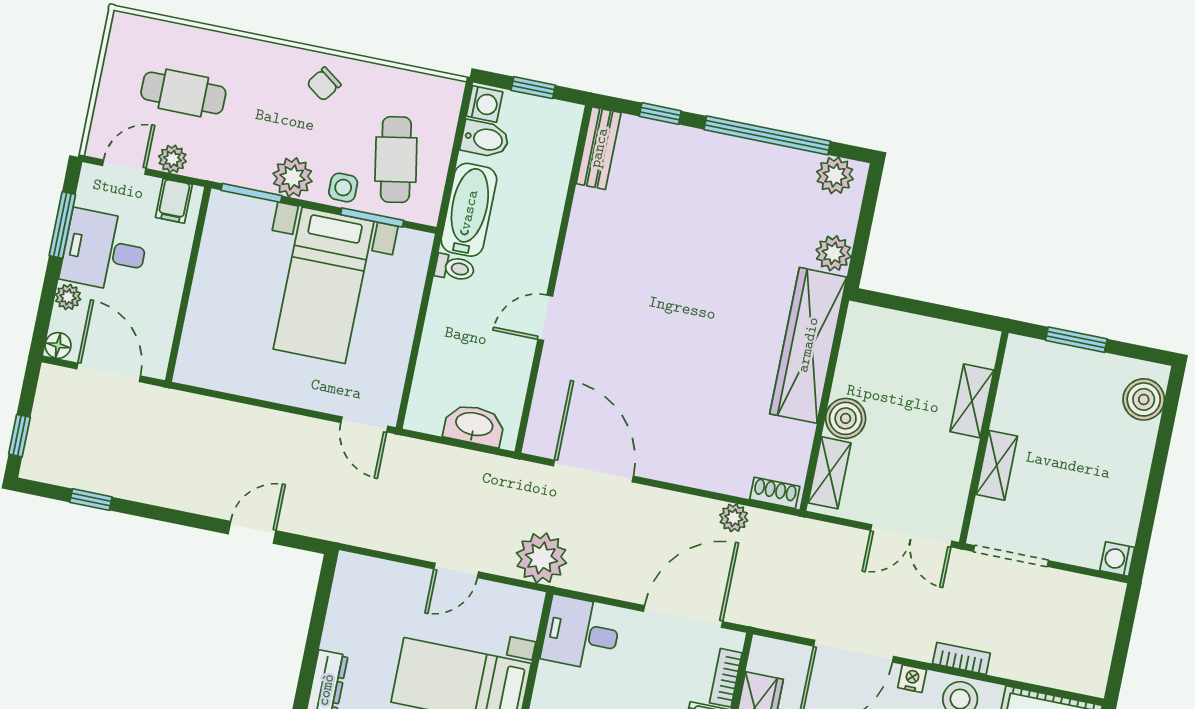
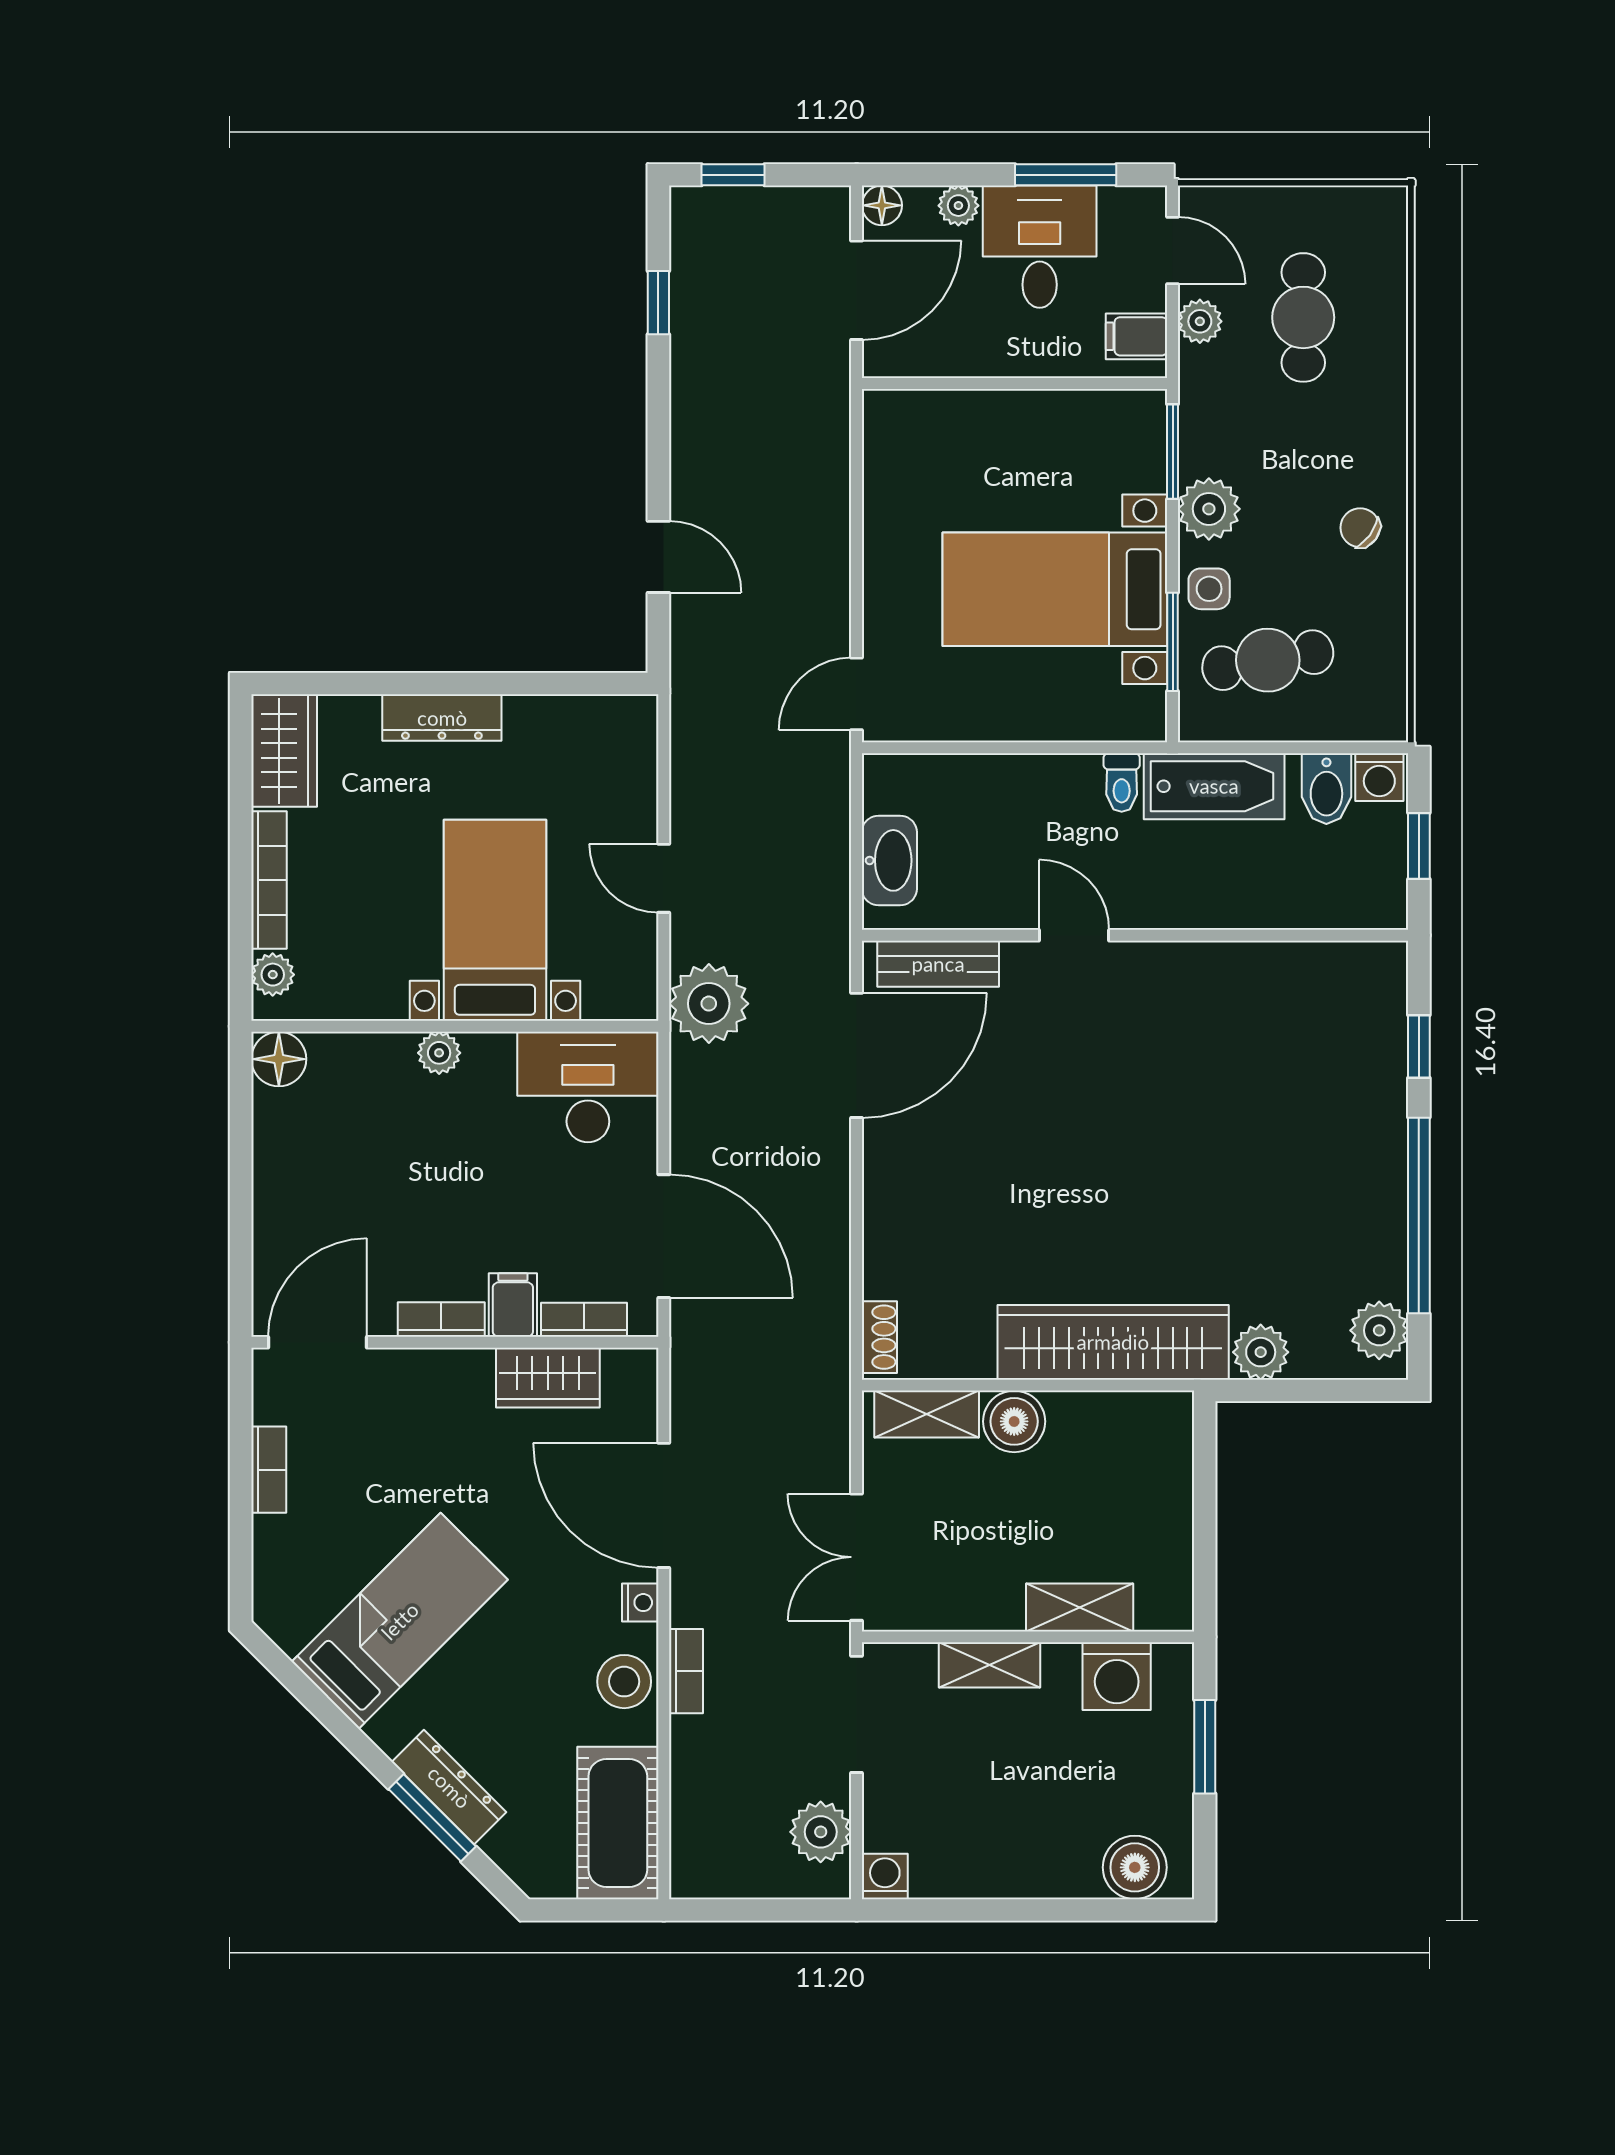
bench: (599, 148) -> (938, 964), moved
washing machine: (1020, 386) -> (1117, 1676), added
plant: (734, 518) -> (821, 1832), moved, width x1.38, depth x1.38
desk: (581, 633) -> (588, 1087), width x1.37

